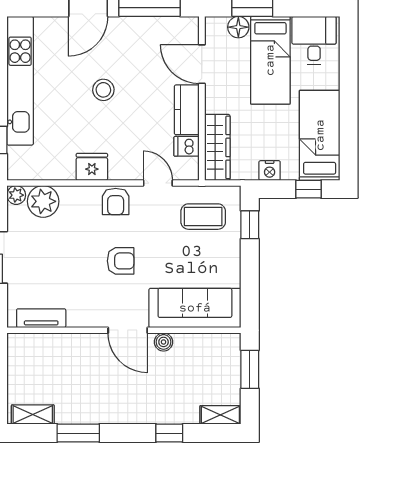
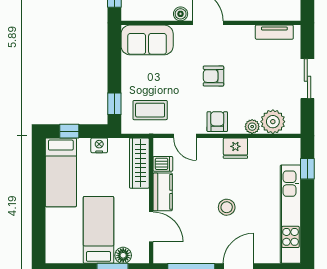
desk: (314, 40) -> (65, 245), removed
plant: (16, 195) -> (252, 127), moved
sofa: (195, 308) -> (147, 40), width x0.73

